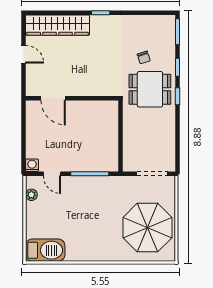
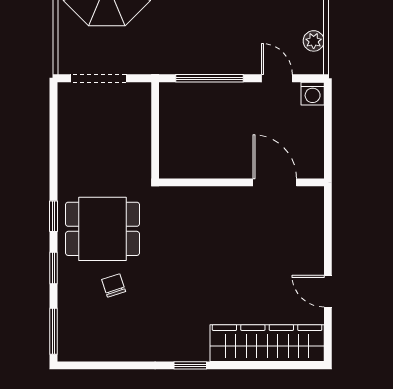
door: (53, 98) -> (275, 182), moved
wall: (72, 98) -> (241, 182), moved

